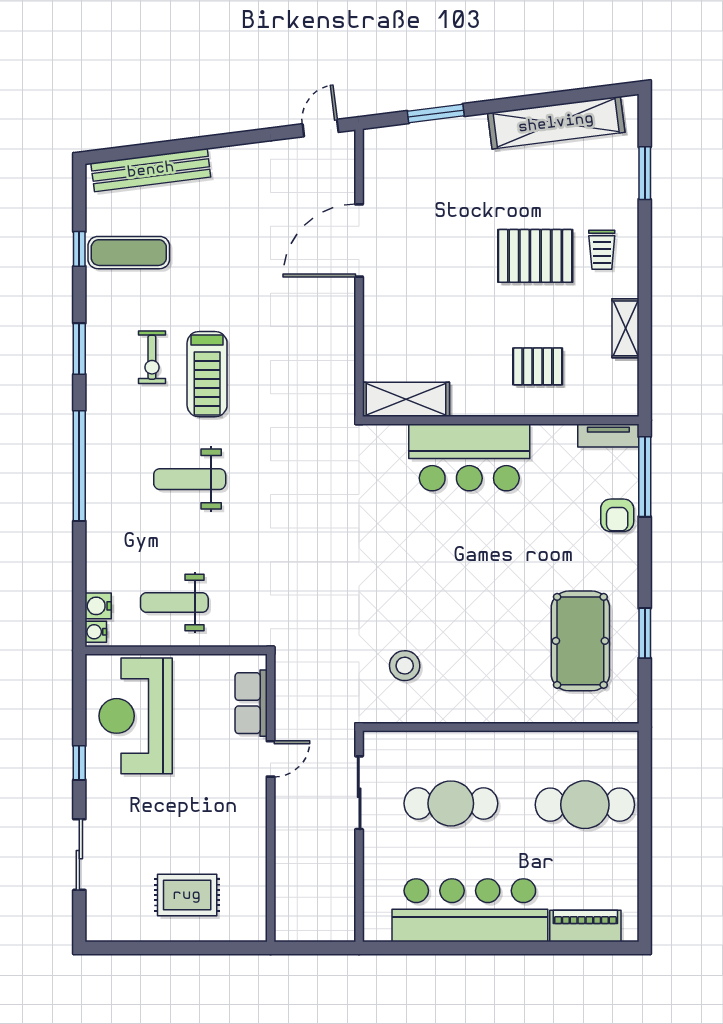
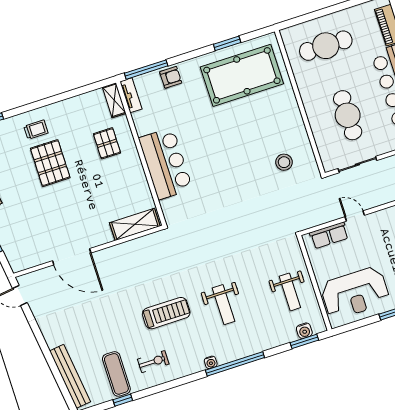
shelving: (625, 328) -> (114, 100), moved, turned 90
window: (79, 349) -> (304, 341), moved
exercise bike: (152, 357) -> (153, 362), moved
shelving: (406, 399) -> (135, 224), moved, turned 90
water cooler: (96, 632) -> (211, 362), moved
pool table: (580, 641) -> (242, 75), width x1.36, depth x1.32
cafe table: (585, 805) -> (326, 46), turned 90

